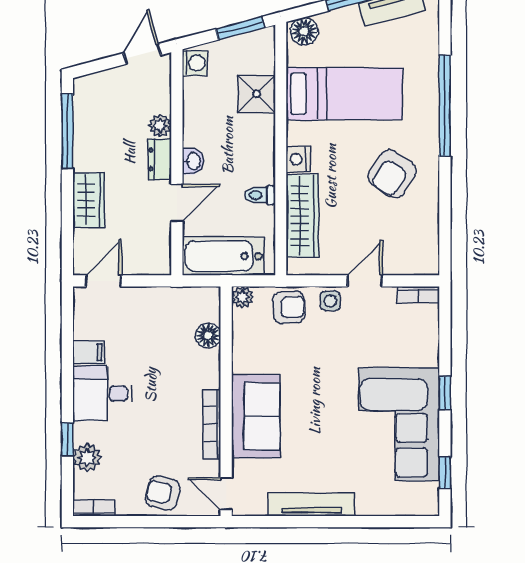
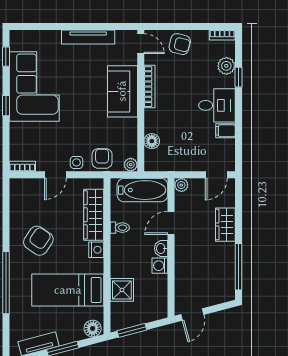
washing machine: (195, 63) -> (160, 266), moved
plant: (160, 126) -> (181, 185), moved
dresser: (160, 159) -> (181, 250), removed
armchair: (289, 307) -> (102, 158), turned 93

